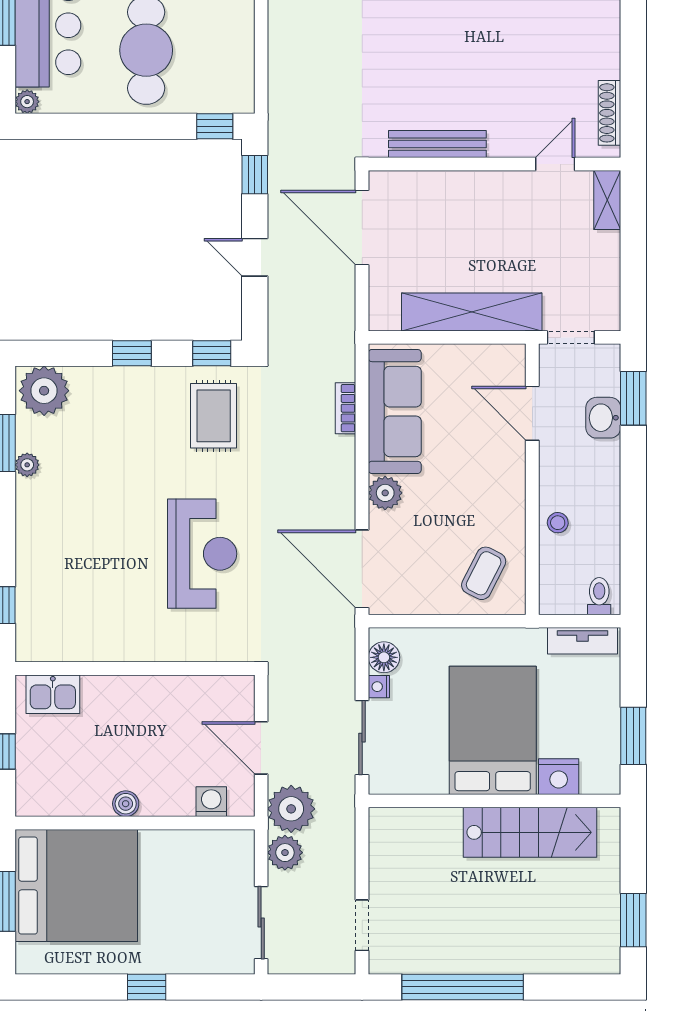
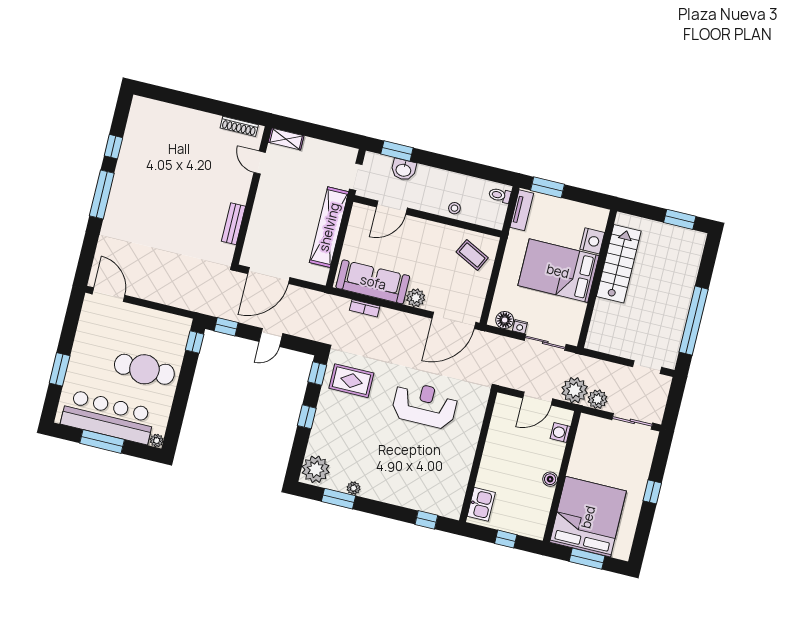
bench: (437, 144) -> (233, 224), width x0.73
window: (633, 736) -> (548, 187), moved

